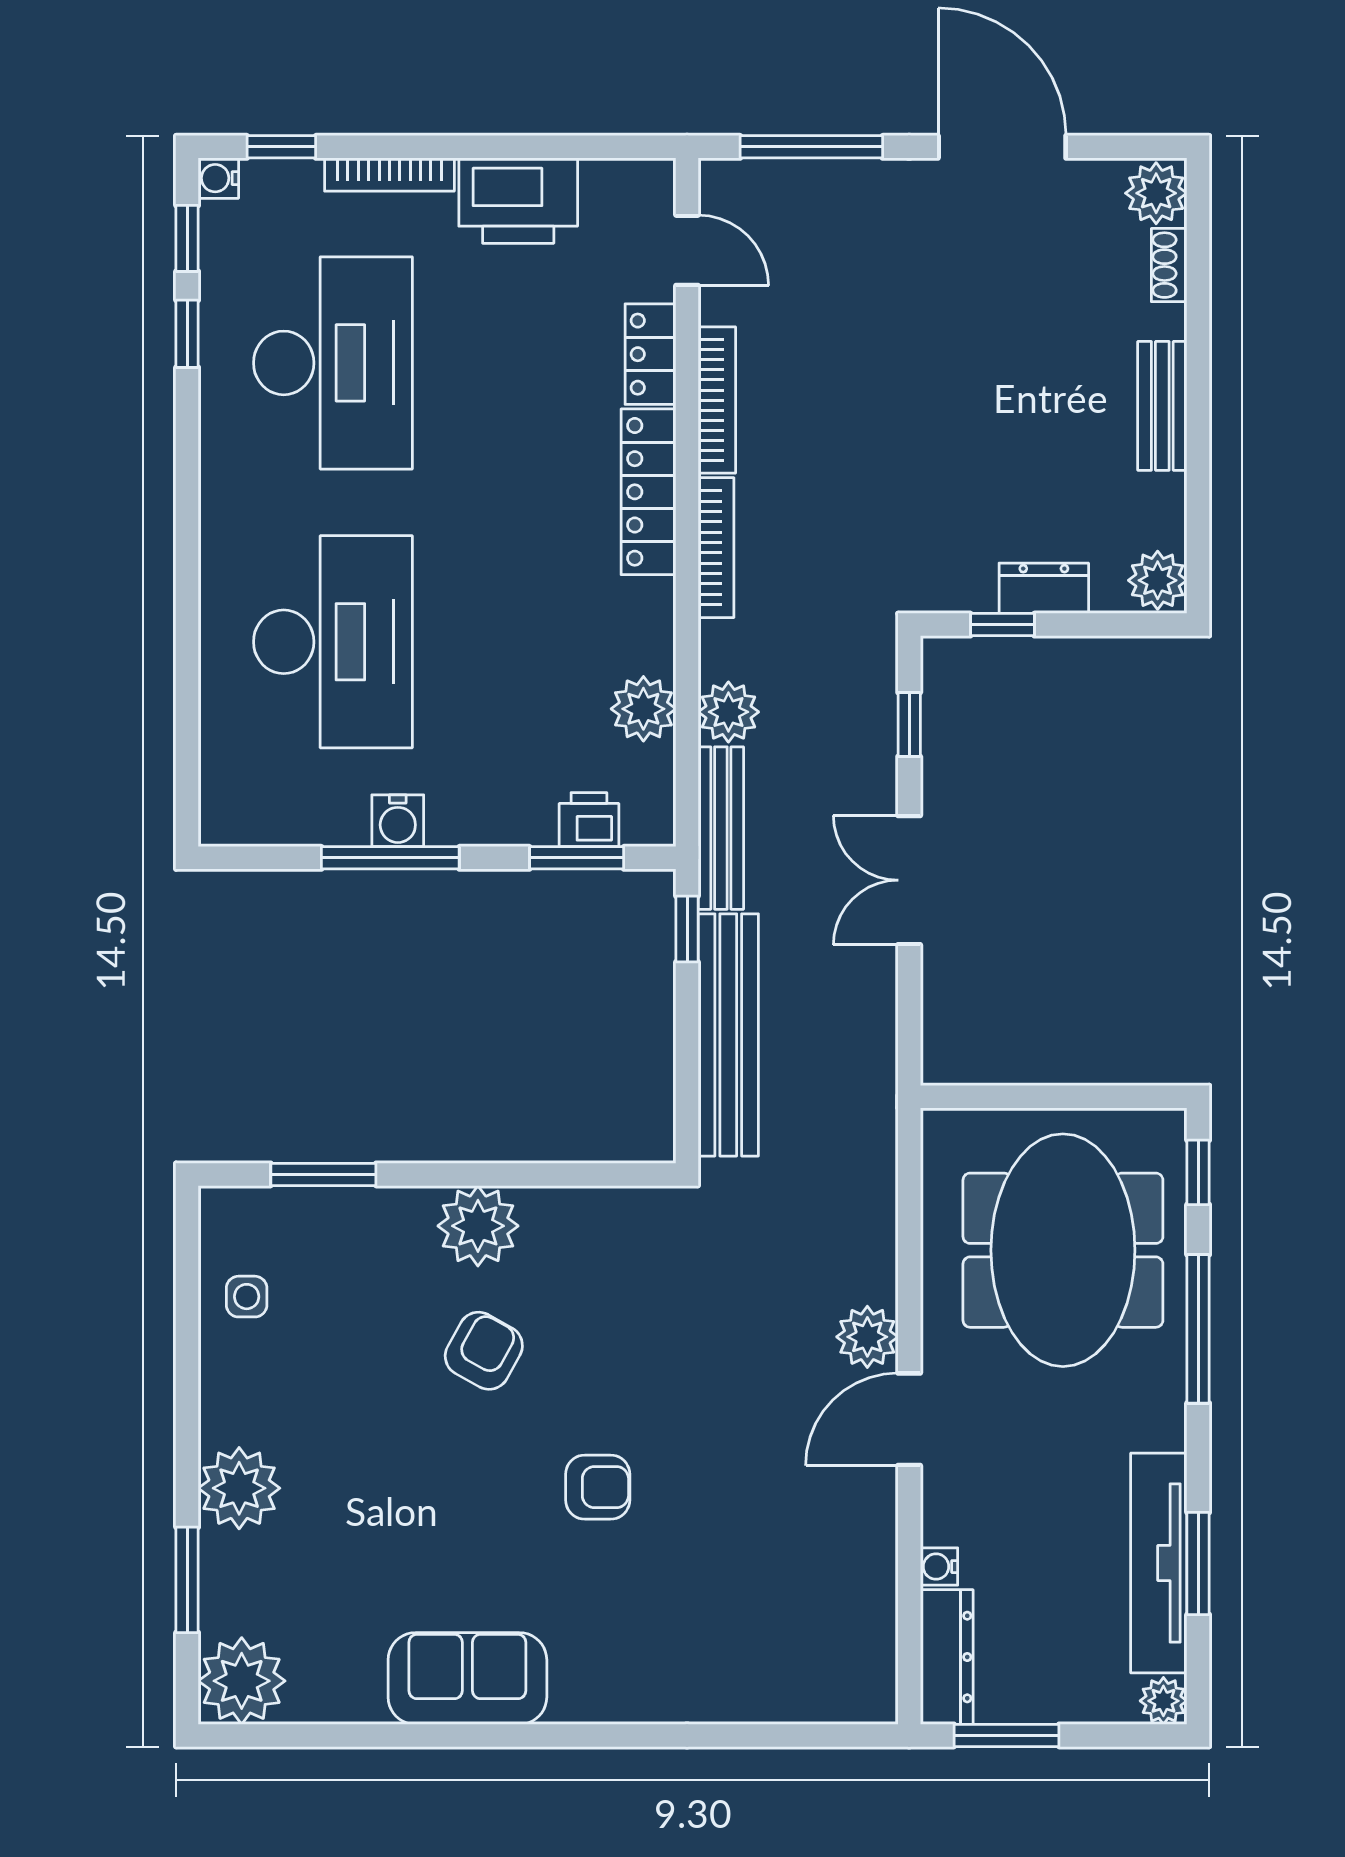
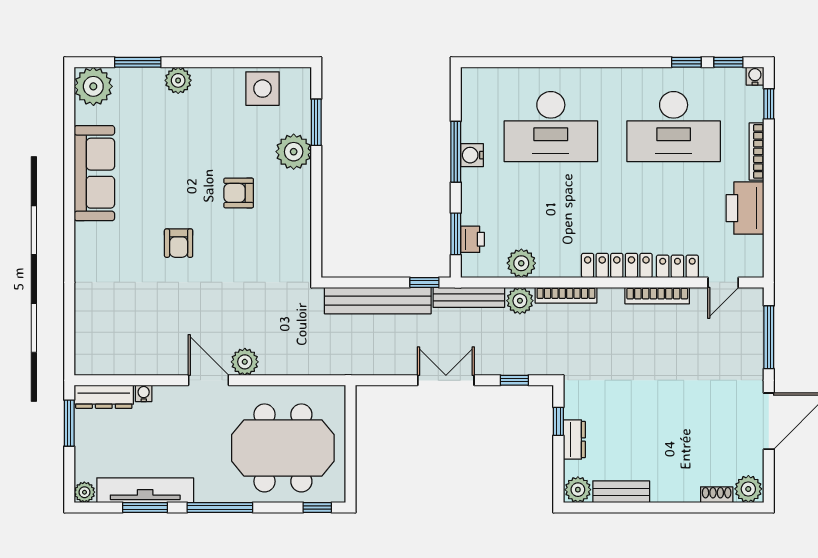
bench: (1162, 406) -> (621, 492), moved
bookcase: (716, 548) -> (566, 295), moved
plant: (478, 1226) -> (294, 152), moved
side table: (247, 1297) -> (263, 89), width x1.87, depth x1.87
window: (1198, 1329) -> (220, 507), moved
armchair: (484, 1351) -> (239, 193), turned 151
plant: (239, 1488) -> (178, 80), width x0.73, depth x0.73
sofa: (467, 1678) -> (94, 173), width x1.36

